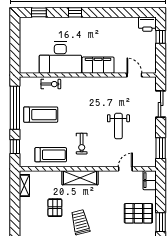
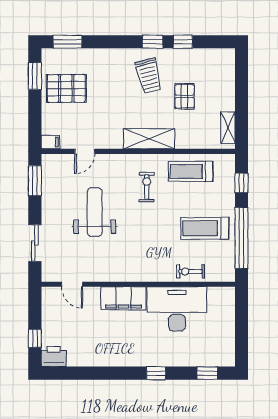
weight bench: (118, 126) -> (95, 212), width x1.36, depth x1.33
filing cabinet: (150, 180) -> (50, 142), width x0.50

